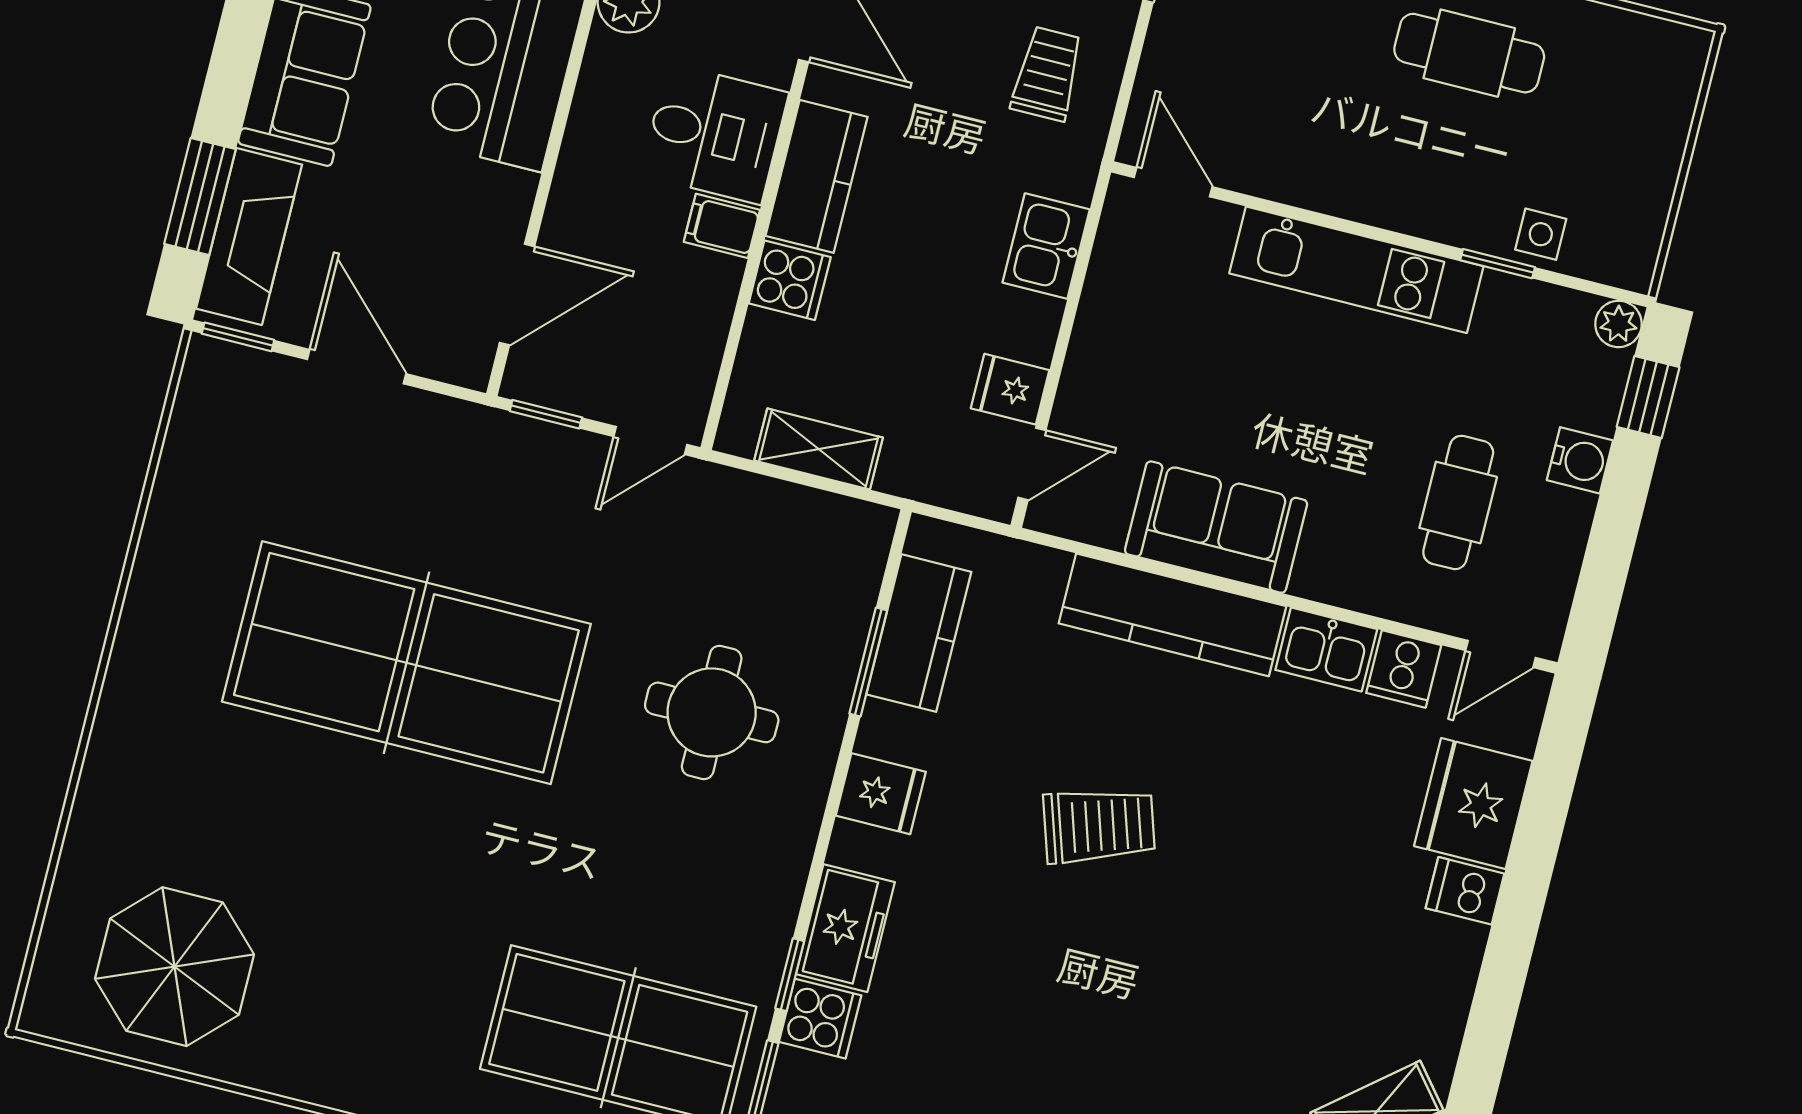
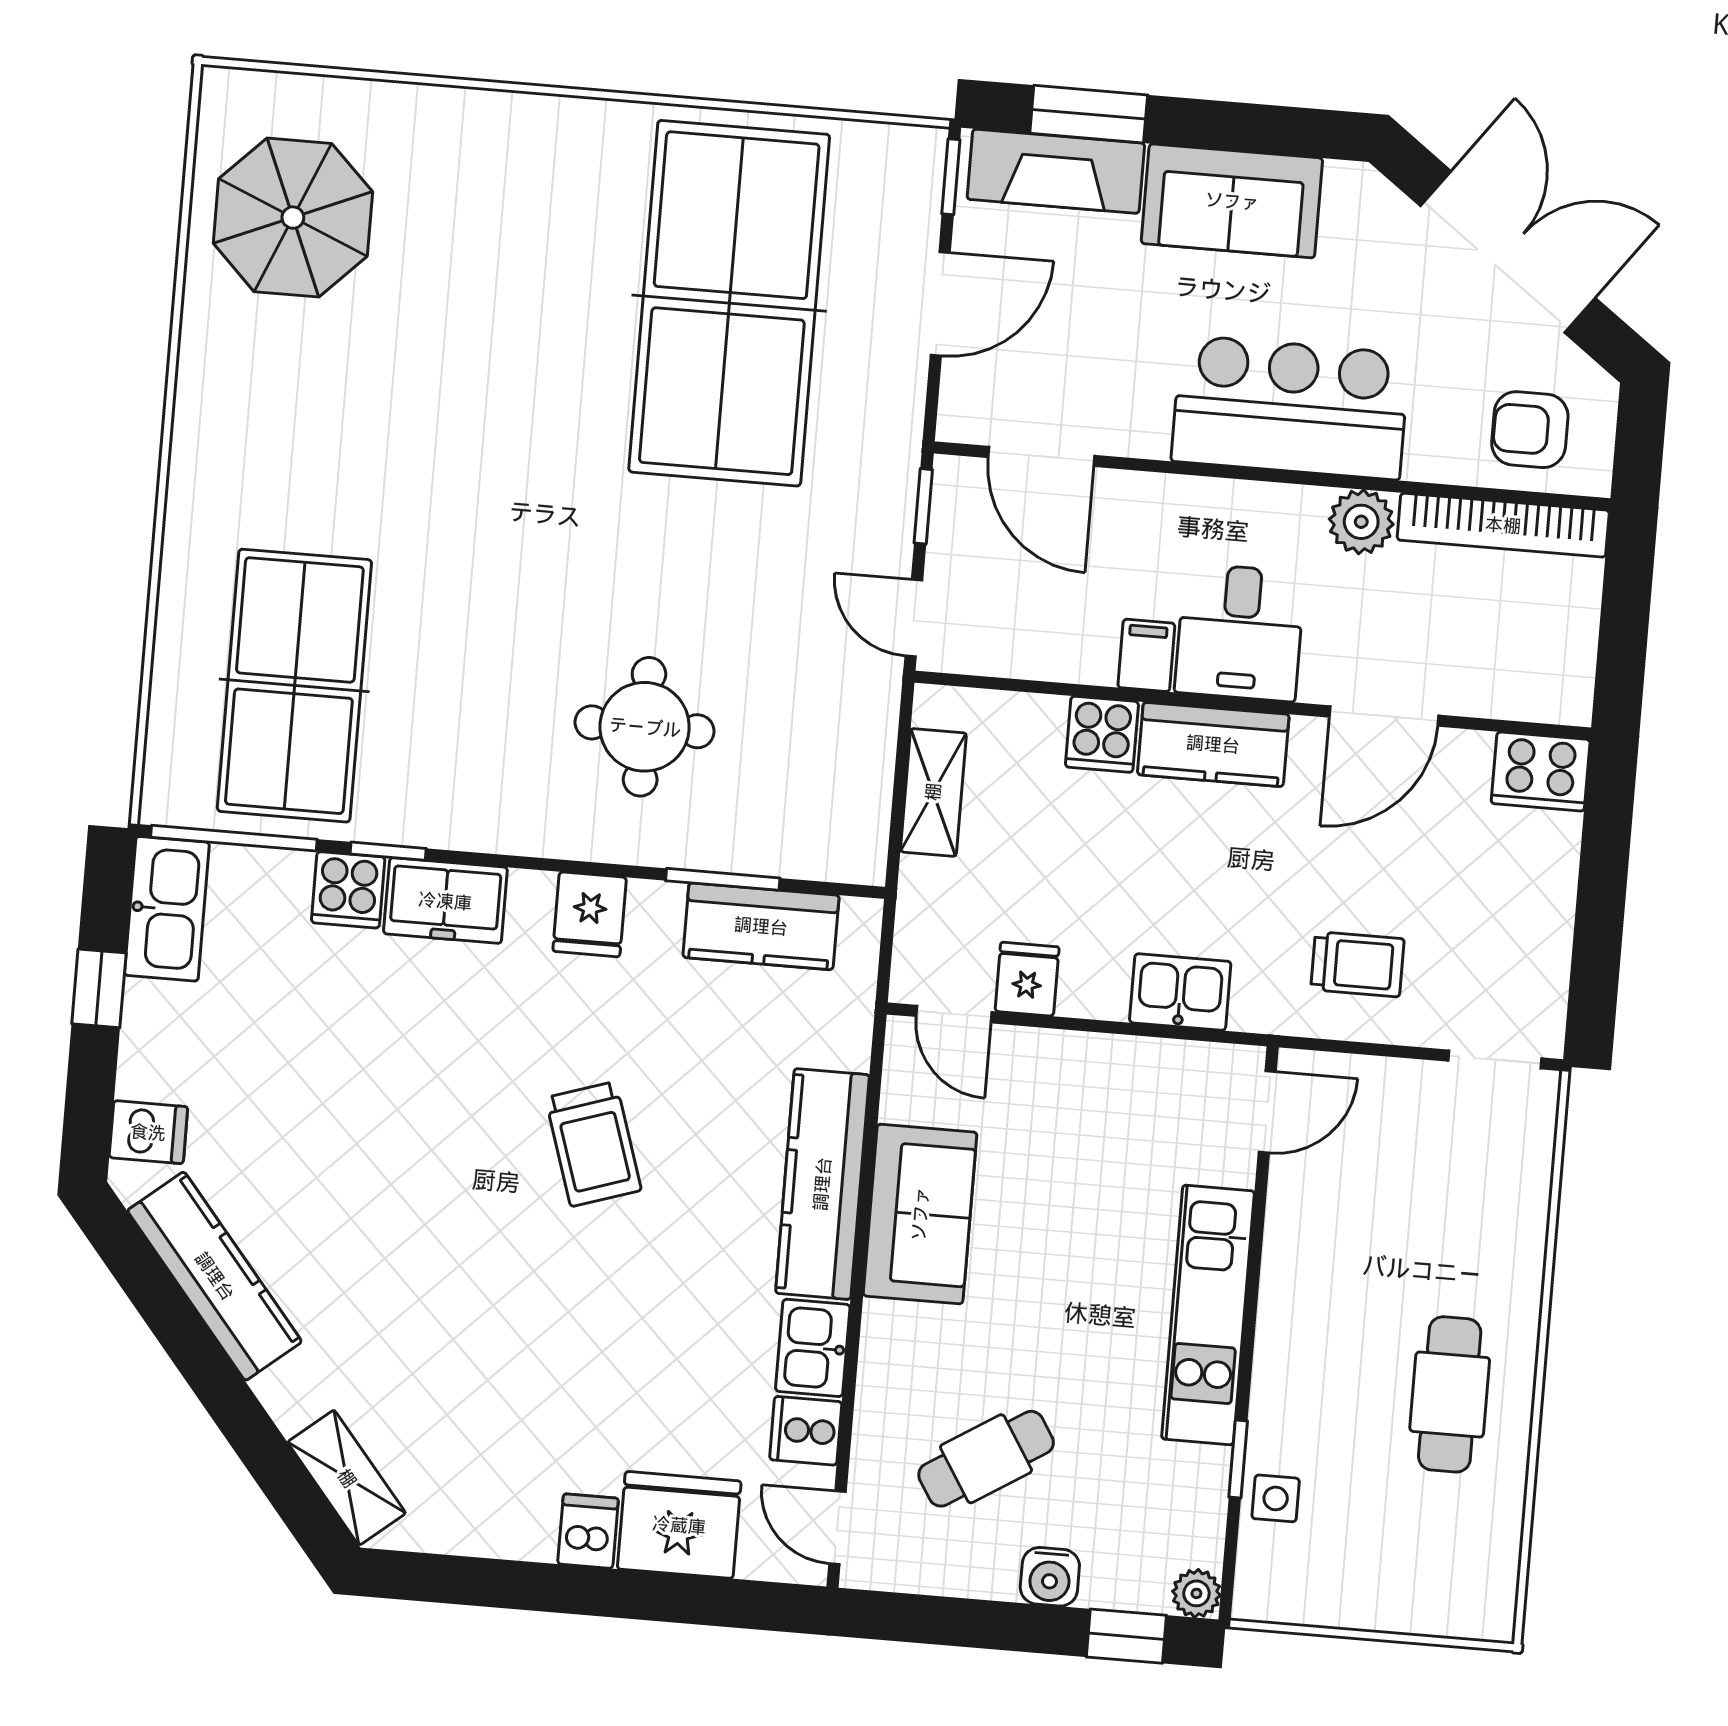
cafe table: (1458, 502) -> (986, 1459), turned -32
table tennis table: (406, 663) -> (729, 303), moved

